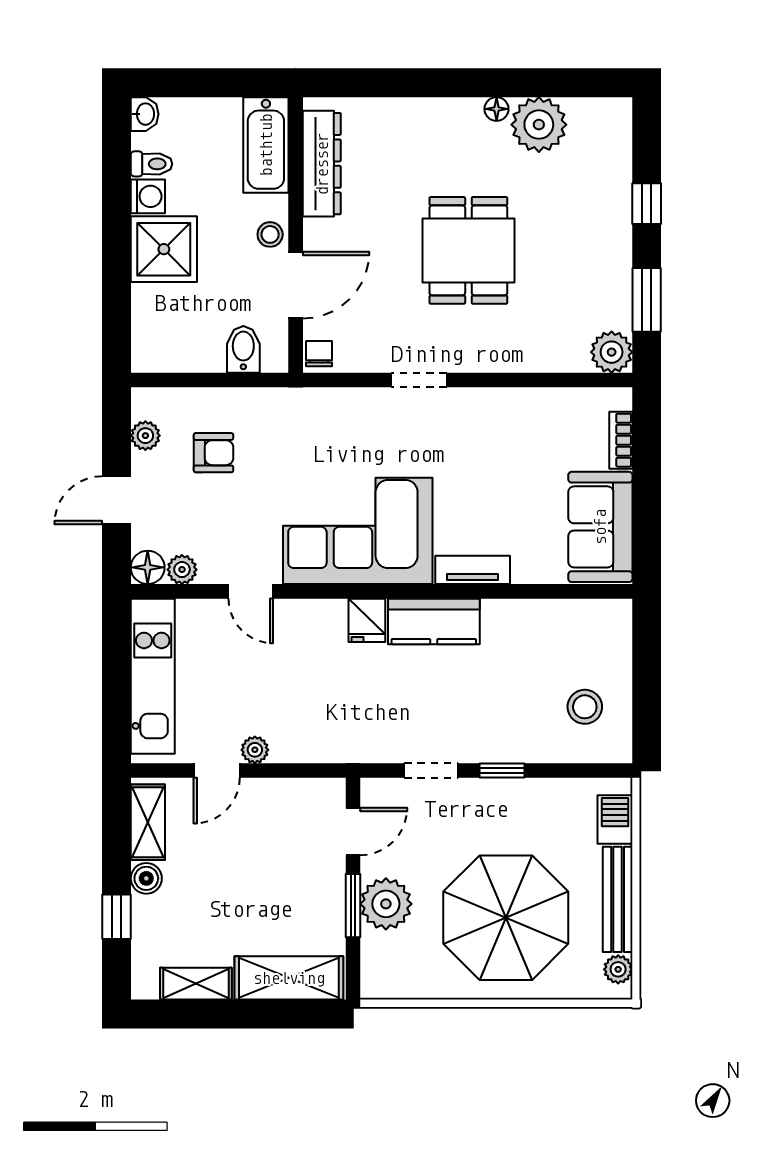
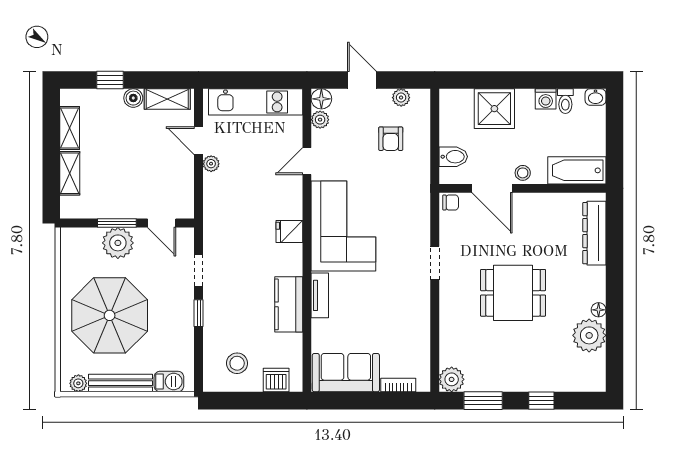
dresser: (322, 164) -> (594, 233), moved, turned 90
shower: (164, 249) -> (494, 109), moved
kitchen counter: (434, 621) -> (289, 304), moved
dishwasher: (613, 642) -> (276, 380), added
shelving: (289, 978) -> (70, 173), width x0.67, depth x0.75

